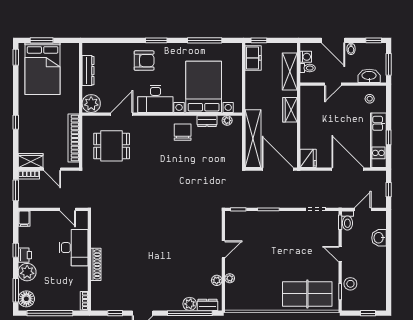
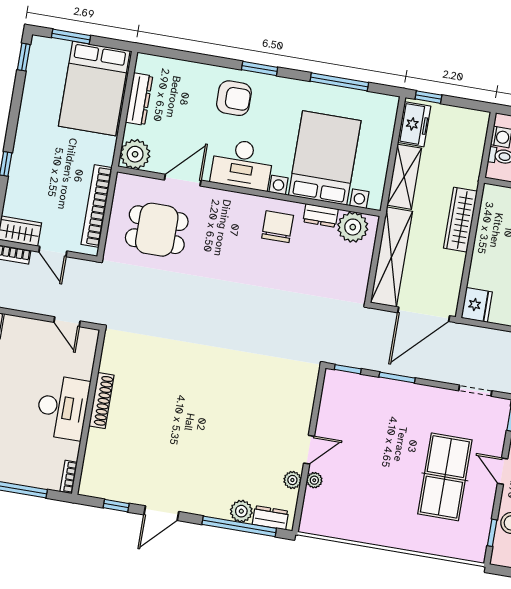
bed: (43, 69) -> (94, 88), moved
shelving: (290, 72) -> (404, 177), moved
wardrobe: (290, 110) -> (460, 220), width x1.50
plant: (227, 121) -> (353, 227), width x1.88, depth x1.88
door: (278, 169) -> (424, 314), swing flipped
desk: (74, 248) -> (62, 407), moved
door: (223, 249) -> (309, 450), moved
shoe rack: (96, 264) -> (101, 400), moved
table tennis table: (307, 294) -> (445, 477), moved, turned 90

